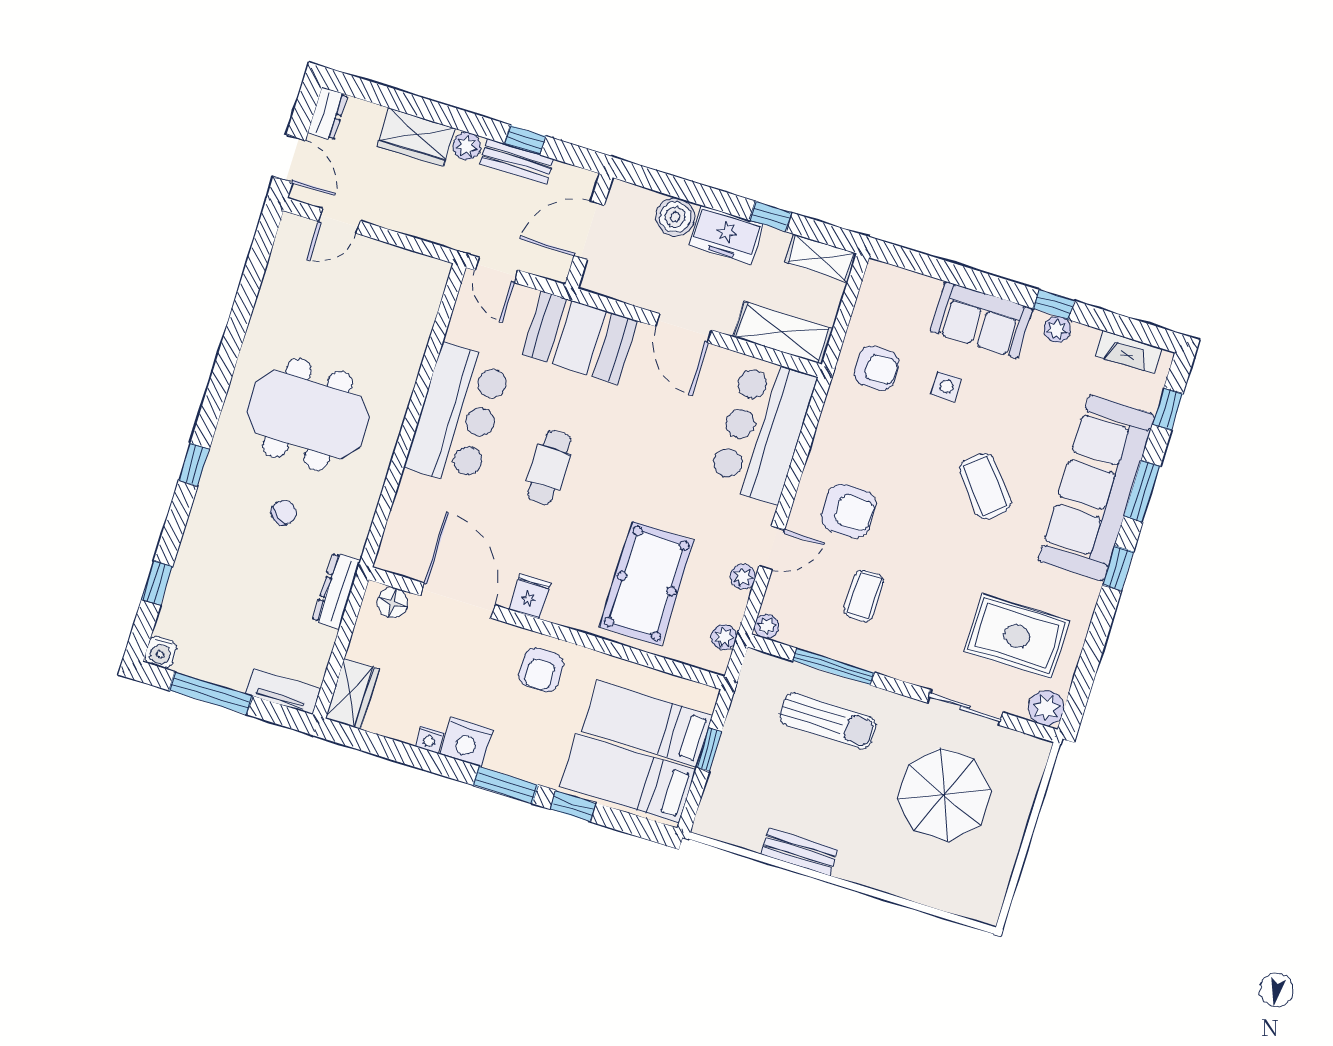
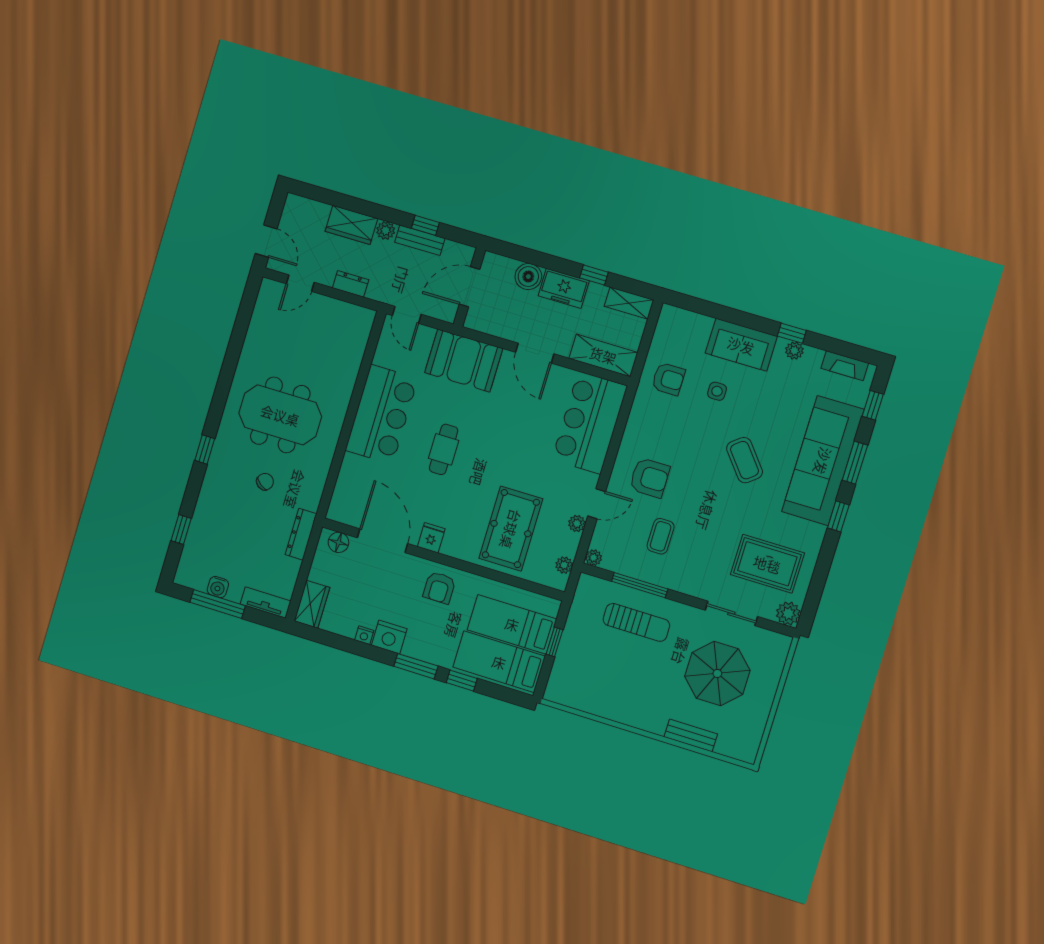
dresser: (328, 114) -> (351, 284), moved, turned -90
water cooler: (161, 652) -> (218, 587), moved
bench: (799, 852) -> (691, 735), moved

